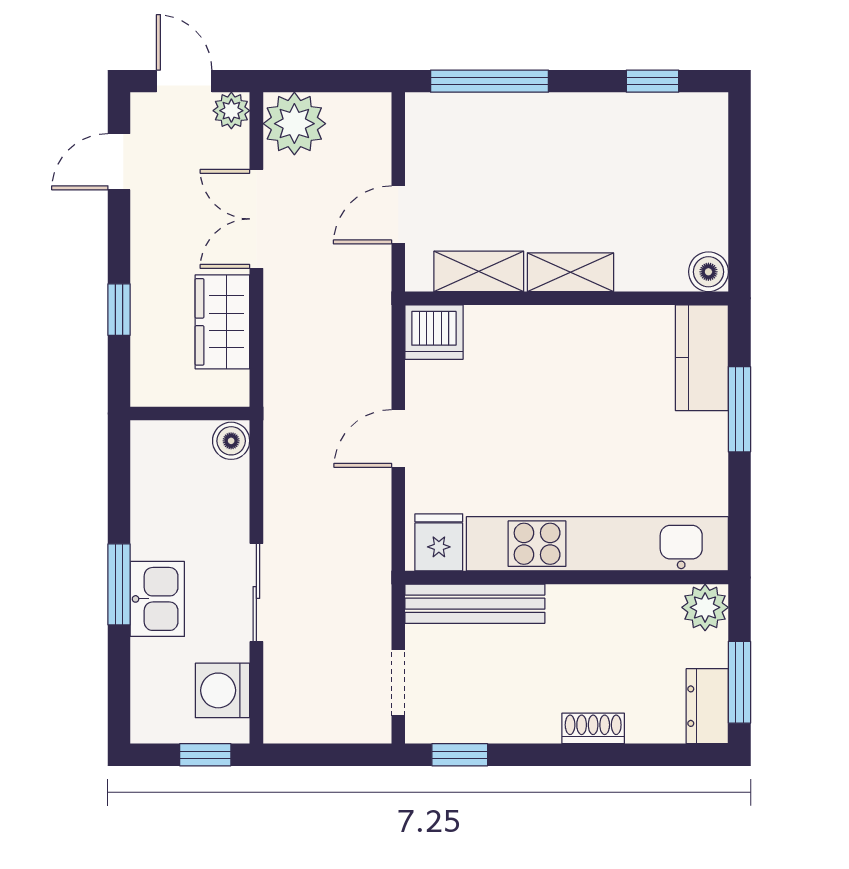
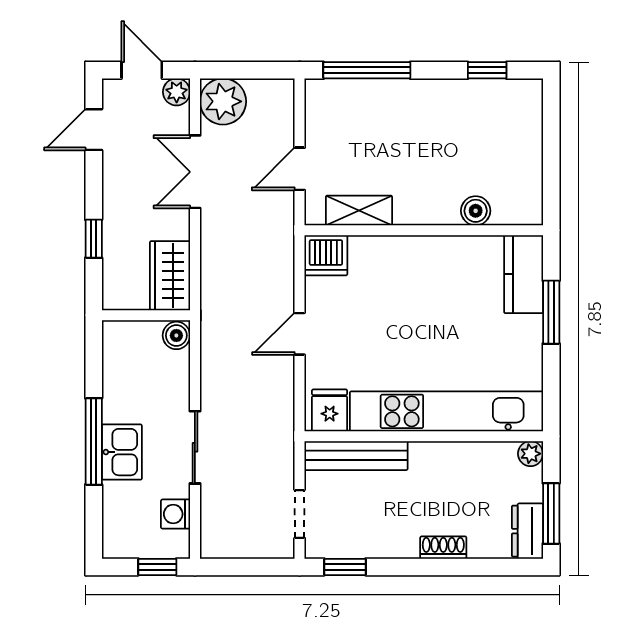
shelving: (570, 272) -> (427, 211), removed
boiler: (708, 272) -> (476, 211), moved
wardrobe: (222, 322) -> (170, 276), moved
window: (119, 584) -> (94, 441), width x1.44
plant: (705, 607) -> (531, 454), width x0.73, depth x0.73
washing machine: (223, 690) -> (176, 514), width x0.73, depth x0.73

